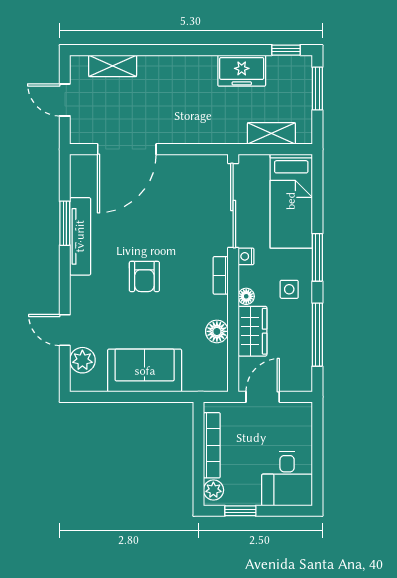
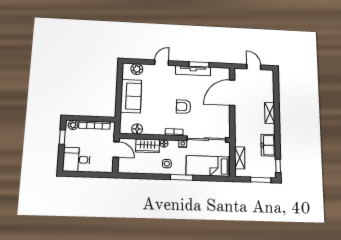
shelving: (113, 66) -> (270, 113), moved
door: (65, 100) -> (254, 67), hinge flipped
door: (127, 149) -> (232, 93), hinge flipped
armchair: (144, 276) -> (184, 107), moved
door: (65, 330) -> (162, 63), moved
floor lamp: (217, 331) -> (137, 129), moved
window: (317, 335) -> (145, 176), removed

